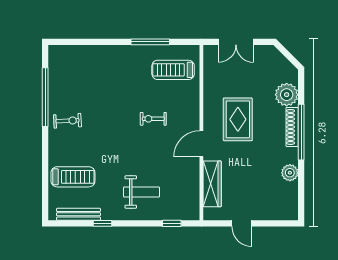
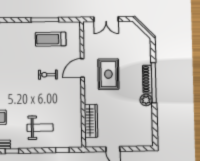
treadmill: (173, 70) -> (51, 39), moved
plant: (287, 95) -> (143, 56), removed
door: (201, 144) -> (82, 68), moved
plant: (290, 173) -> (146, 100), moved

